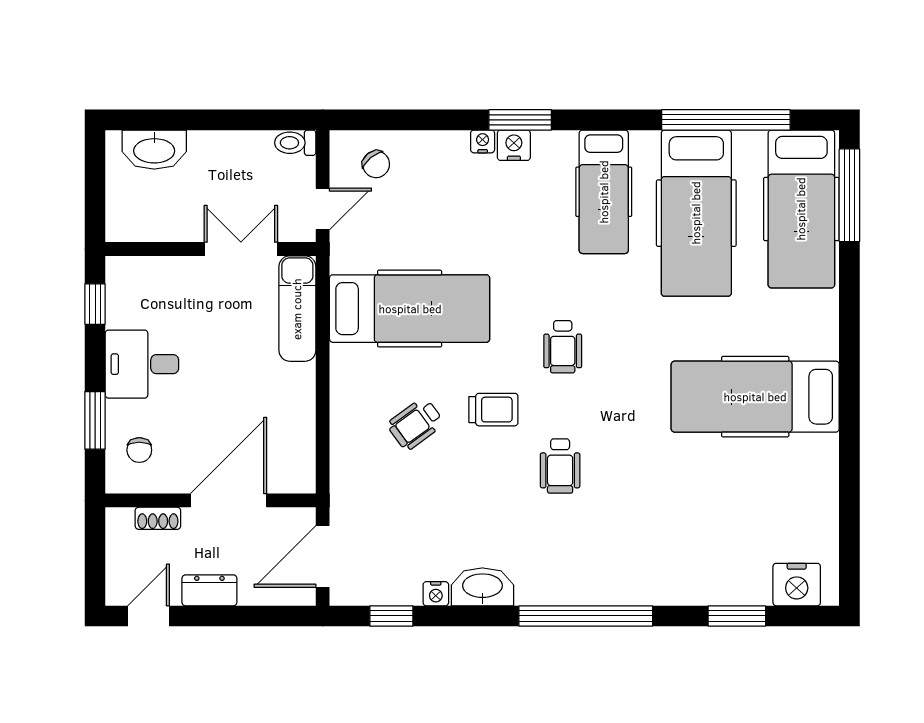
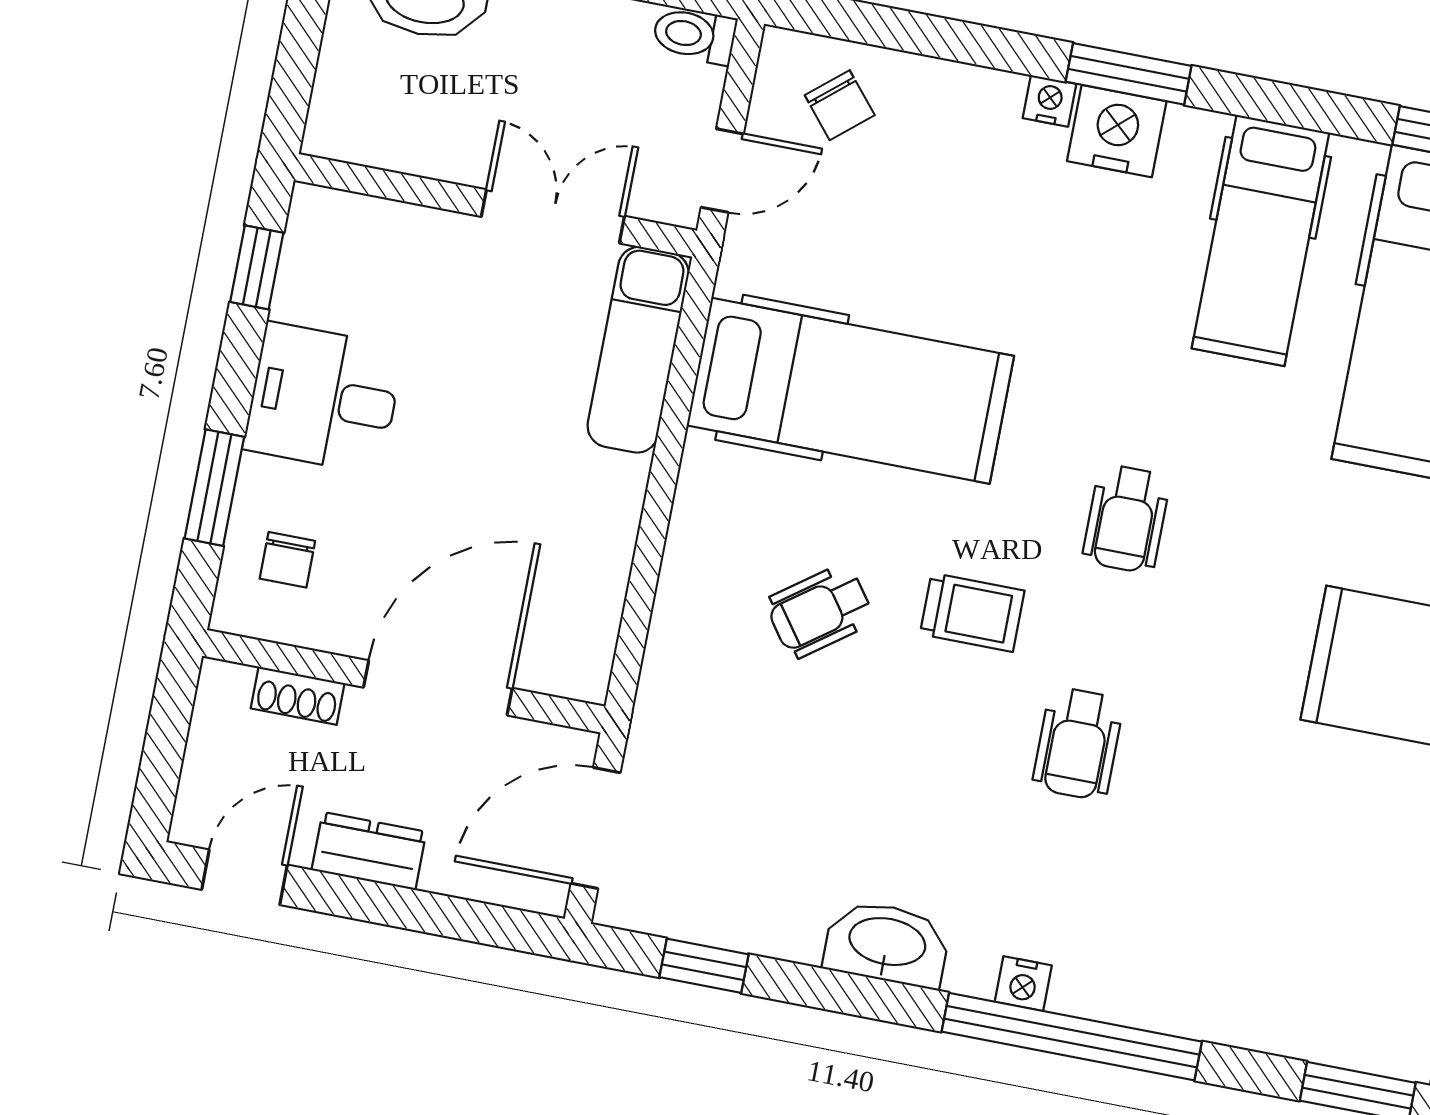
nightstand: (514, 145) -> (1117, 131), width x1.36, depth x1.33
nightstand: (436, 594) -> (1023, 984), moved

